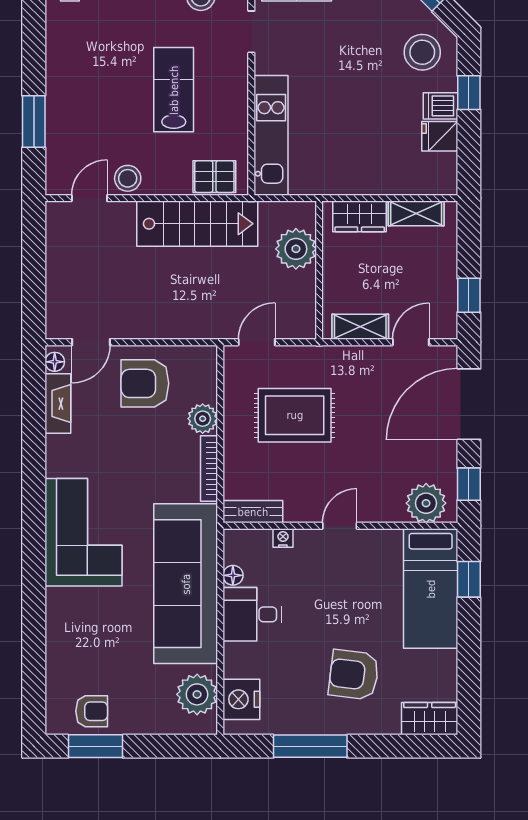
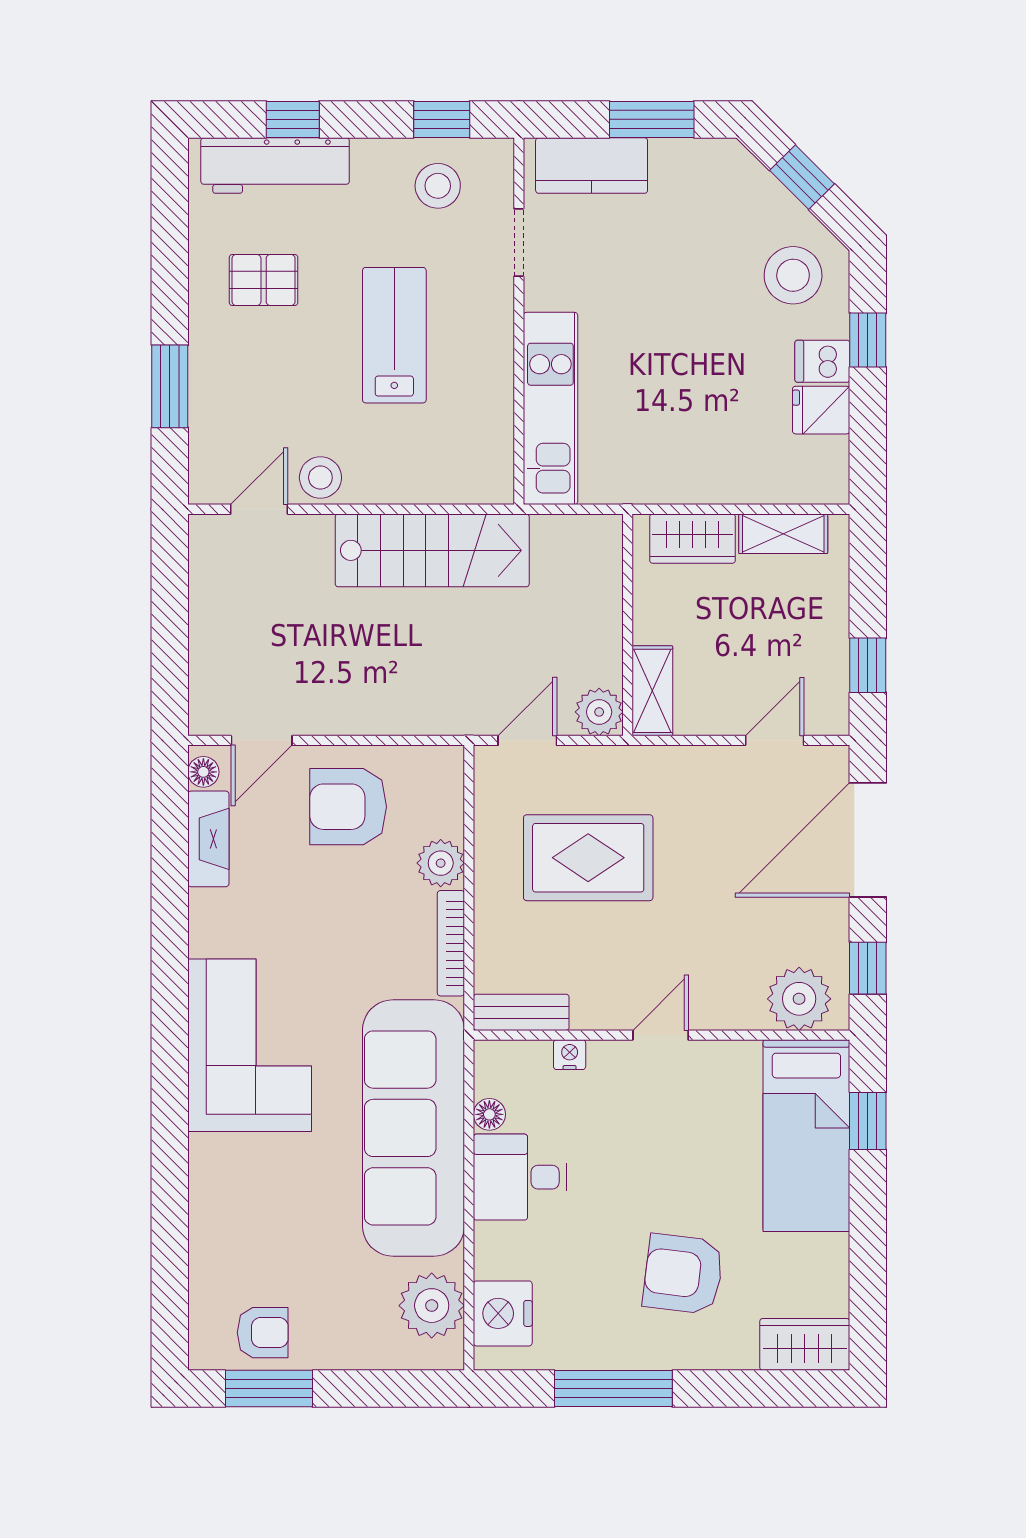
pallet: (214, 177) -> (264, 280), moved
plant: (296, 249) -> (599, 712), moved, width x0.73, depth x0.73
shelving: (360, 327) -> (652, 691), moved, turned 90

